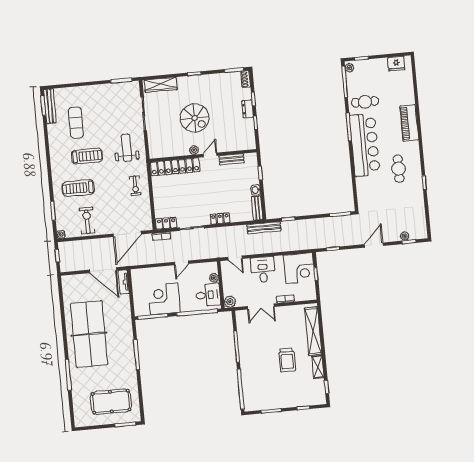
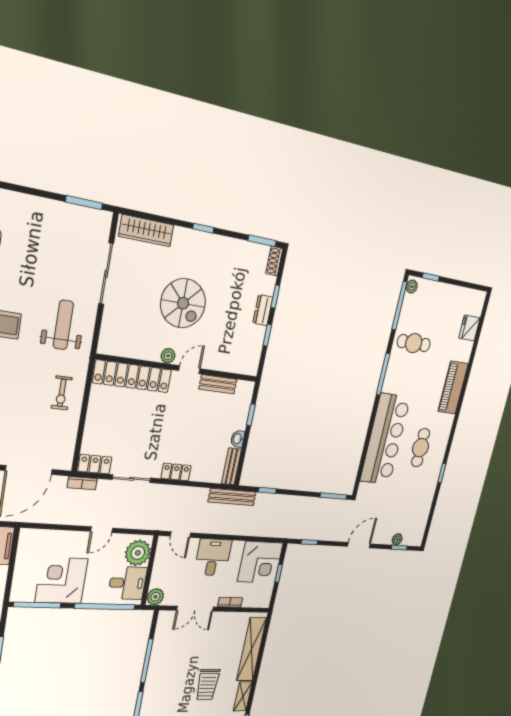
fridge: (396, 64) -> (469, 328), moved, turned 90
bar counter: (365, 145) -> (385, 439), moved
plant: (214, 278) -> (138, 553), width x1.88, depth x1.88

